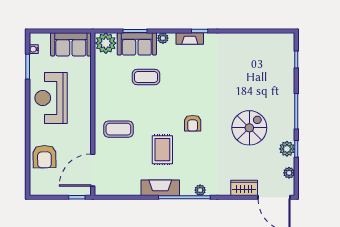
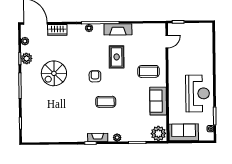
sofa: (137, 44) -> (158, 101), moved, turned -90
coffee table: (146, 77) -> (106, 102), moved
armchair: (44, 157) -> (202, 51), removed
door: (93, 170) -> (167, 42), width x0.53

